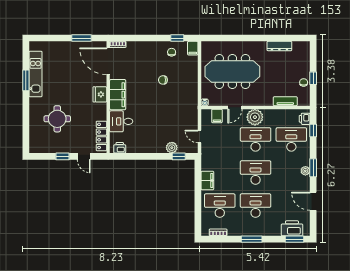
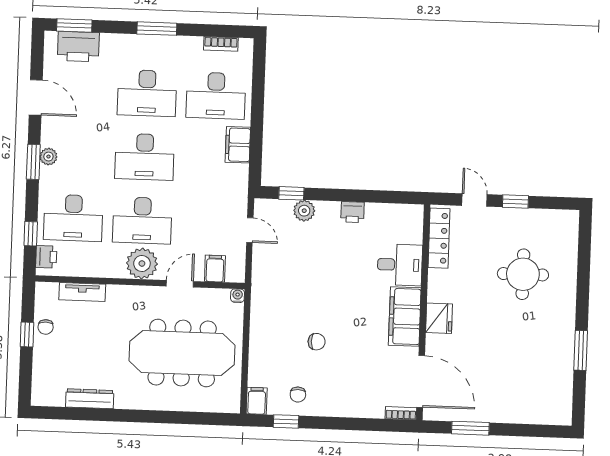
kitchen unit: (36, 74) -> (562, 362), removed
printer: (120, 148) -> (352, 212), moved

